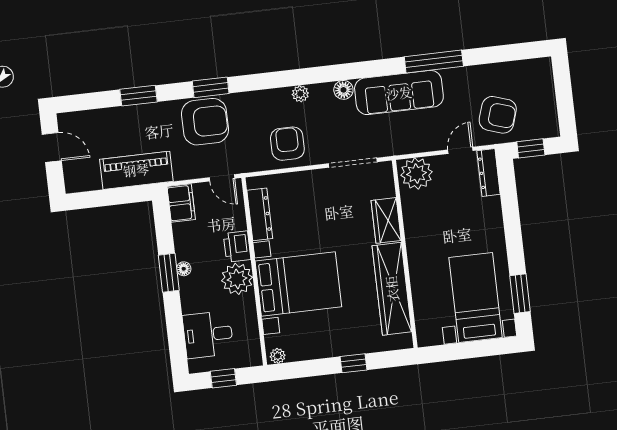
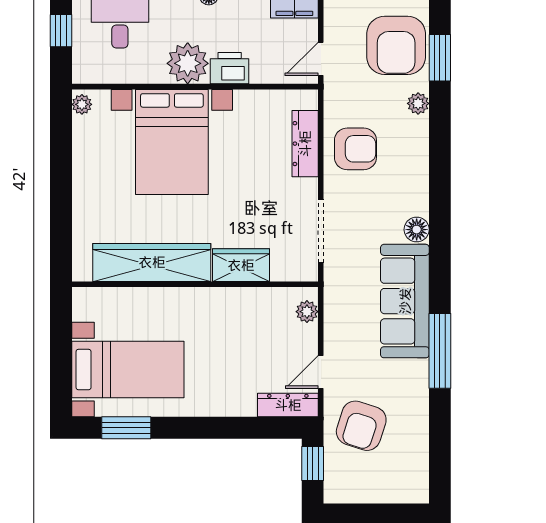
plant: (300, 94) -> (418, 103), moved
door: (460, 150) -> (321, 372), swing flipped
plant: (416, 174) -> (307, 312), width x0.53, depth x0.53
dresser: (260, 214) -> (305, 144), moved, turned 90
window: (354, 363) -> (61, 202), removed

